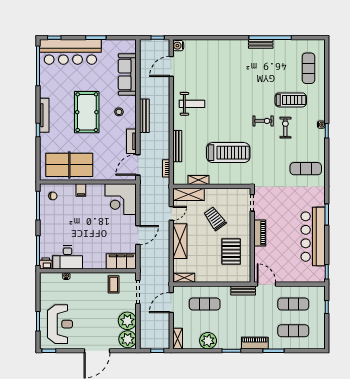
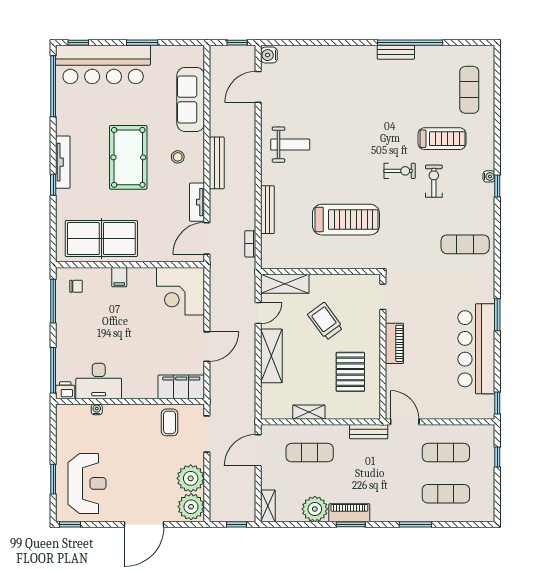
shelving: (198, 180) -> (300, 262), removed
shelving: (184, 278) -> (309, 412), moved
piano: (255, 343) -> (349, 513), moved

